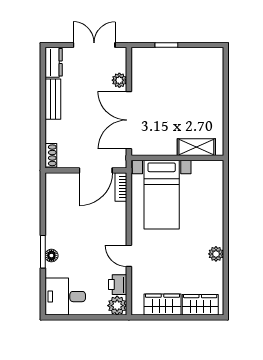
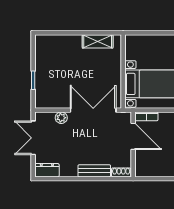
bench: (53, 99) -> (94, 171), moved
double door: (129, 120) -> (93, 110), swing flipped
shelving: (196, 147) -> (98, 41), moved, turned 90

